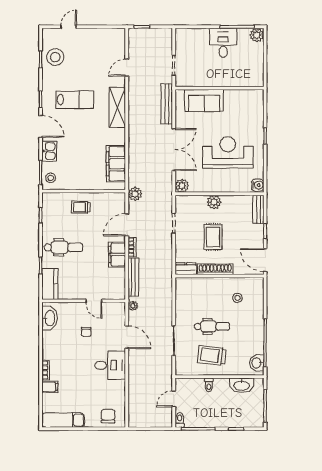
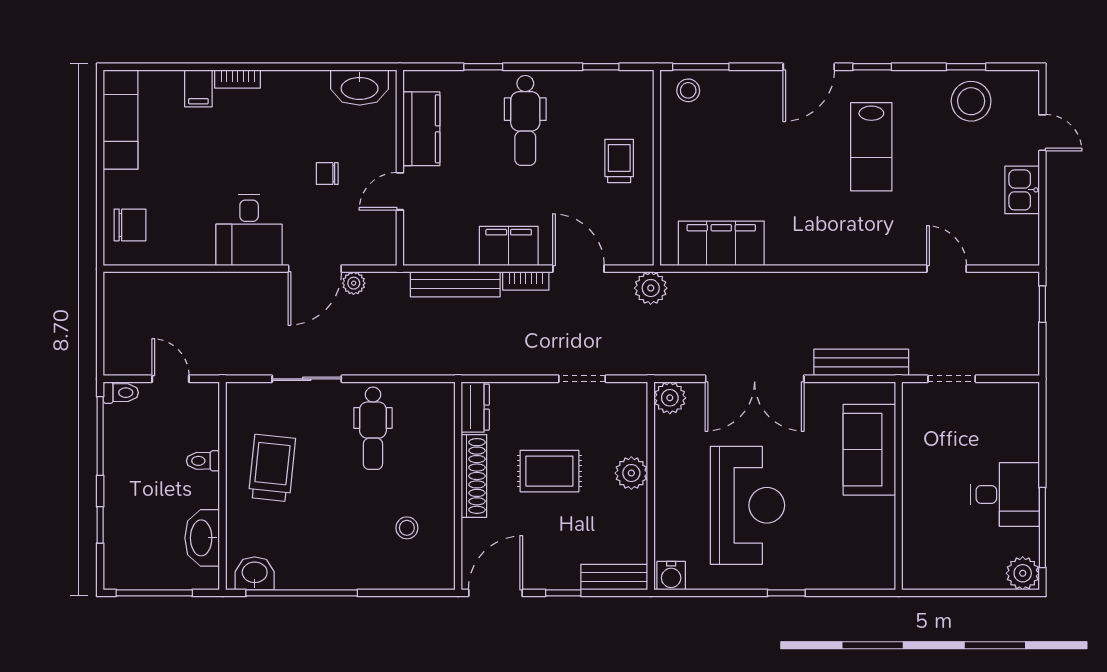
shelving: (117, 108) -> (853, 247), removed
kitchen sink: (49, 151) -> (1022, 190), moved, turned 90
kitchen counter: (50, 284) -> (421, 129), moved, turned -90
plant: (133, 306) -> (354, 283), moved
dental chair: (212, 326) -> (373, 428), moved

